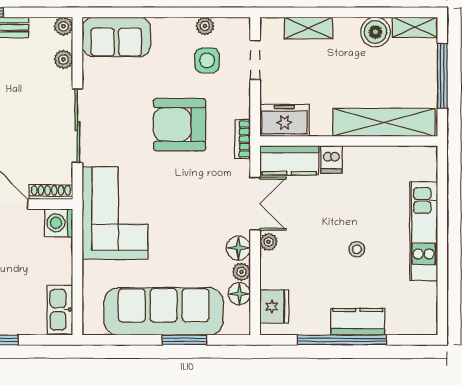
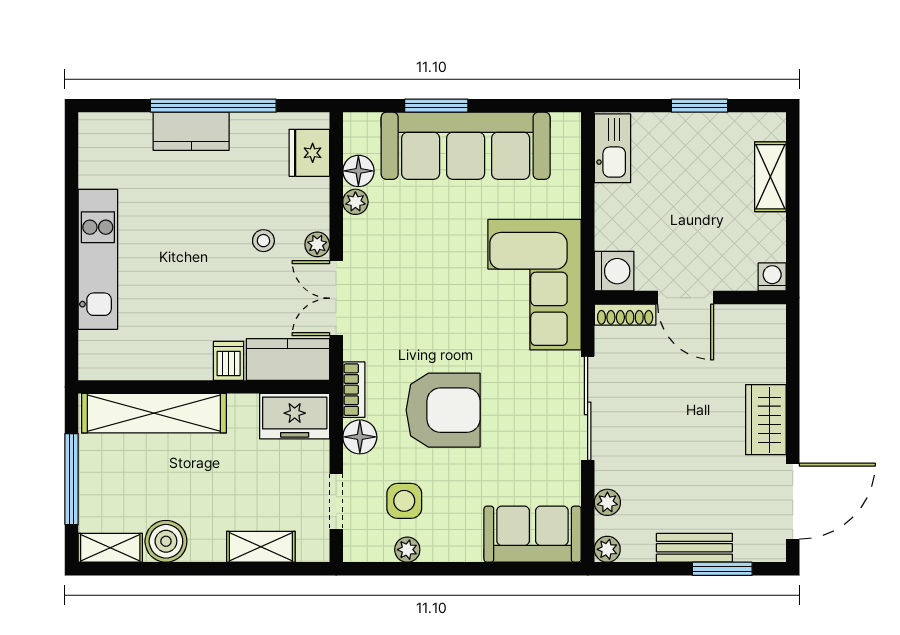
floor lamp: (238, 248) -> (360, 437), moved
stool: (357, 249) -> (263, 241), moved

